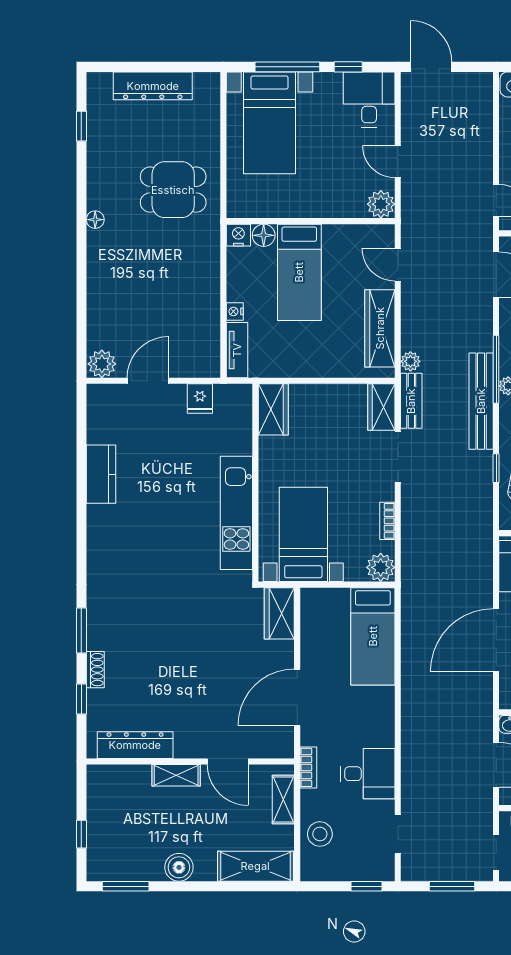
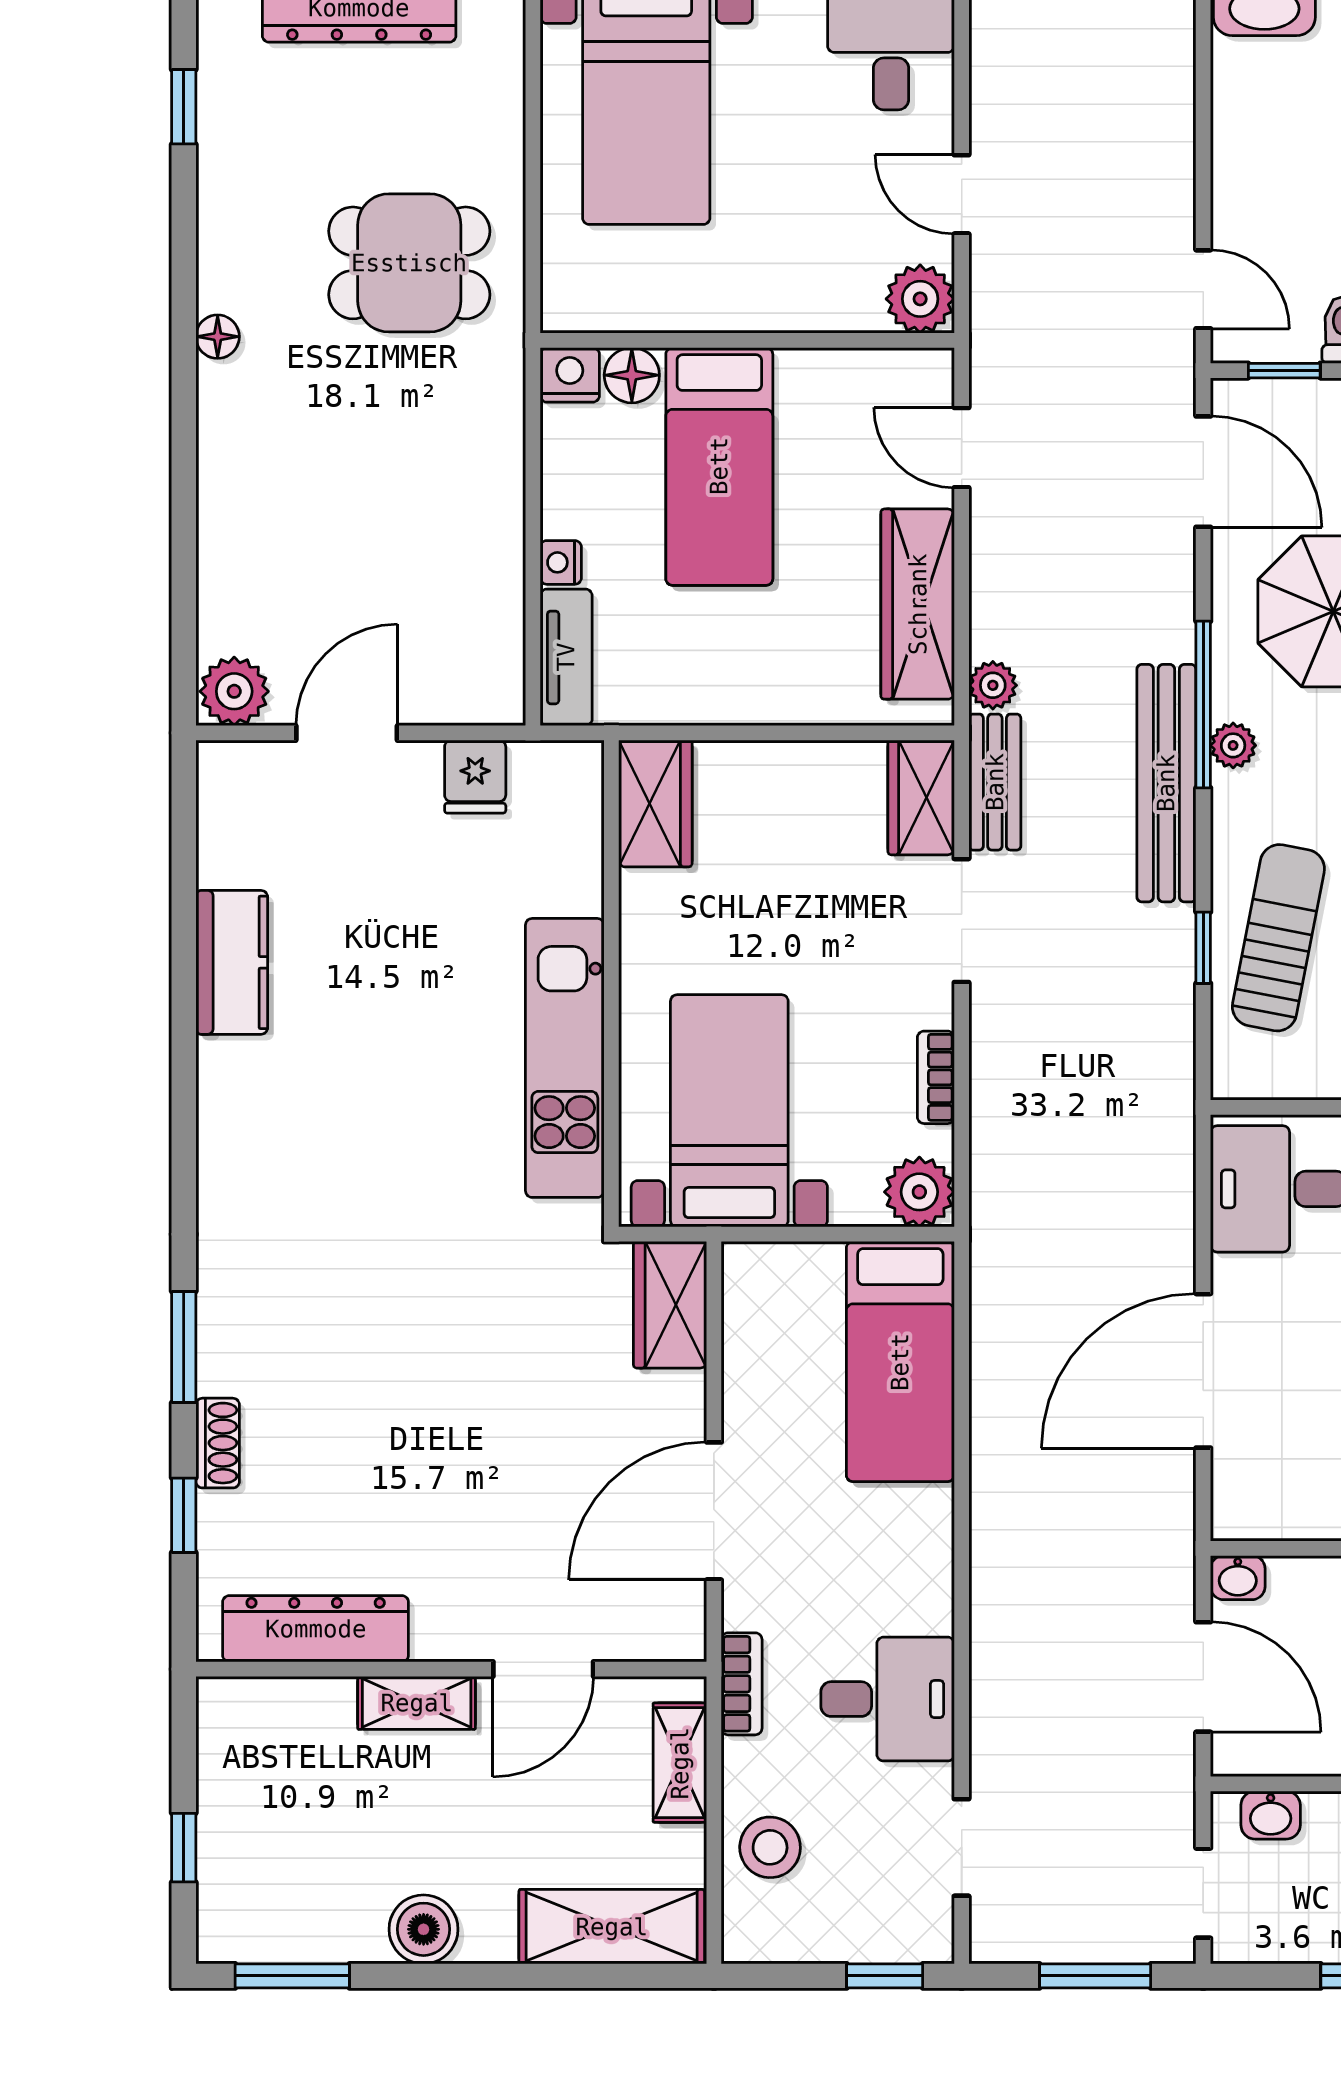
door: (228, 761) -> (543, 1669), hinge flipped

